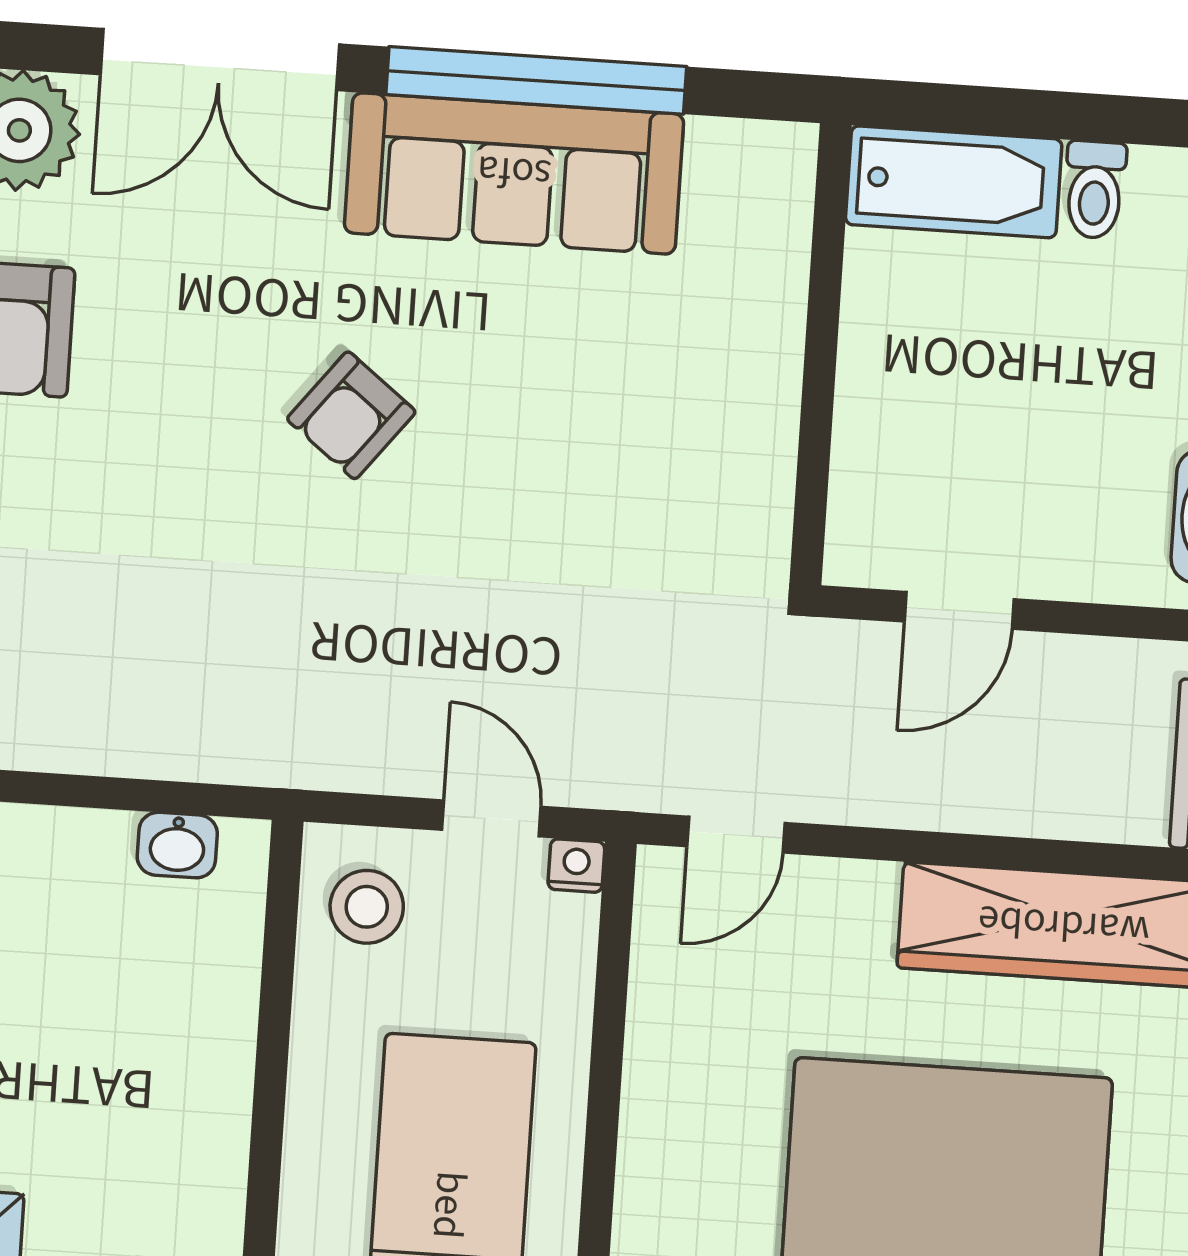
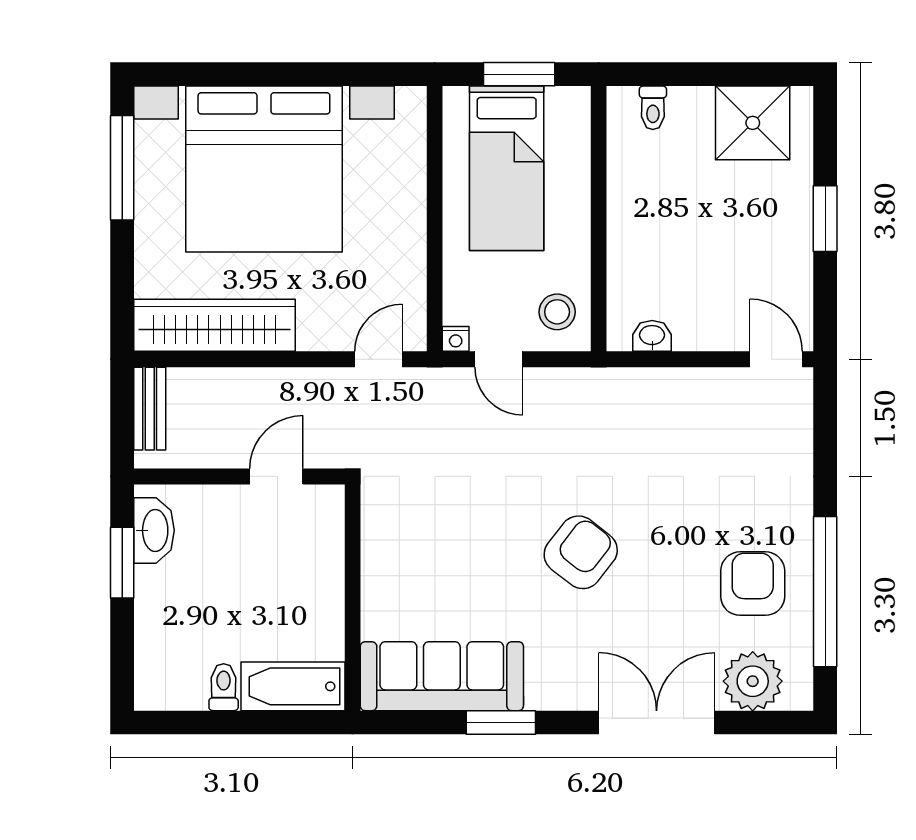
window: (536, 80) -> (501, 723), width x0.47
sofa: (514, 173) -> (442, 676), moved
armchair: (351, 415) -> (581, 552), width x1.38, depth x1.38

